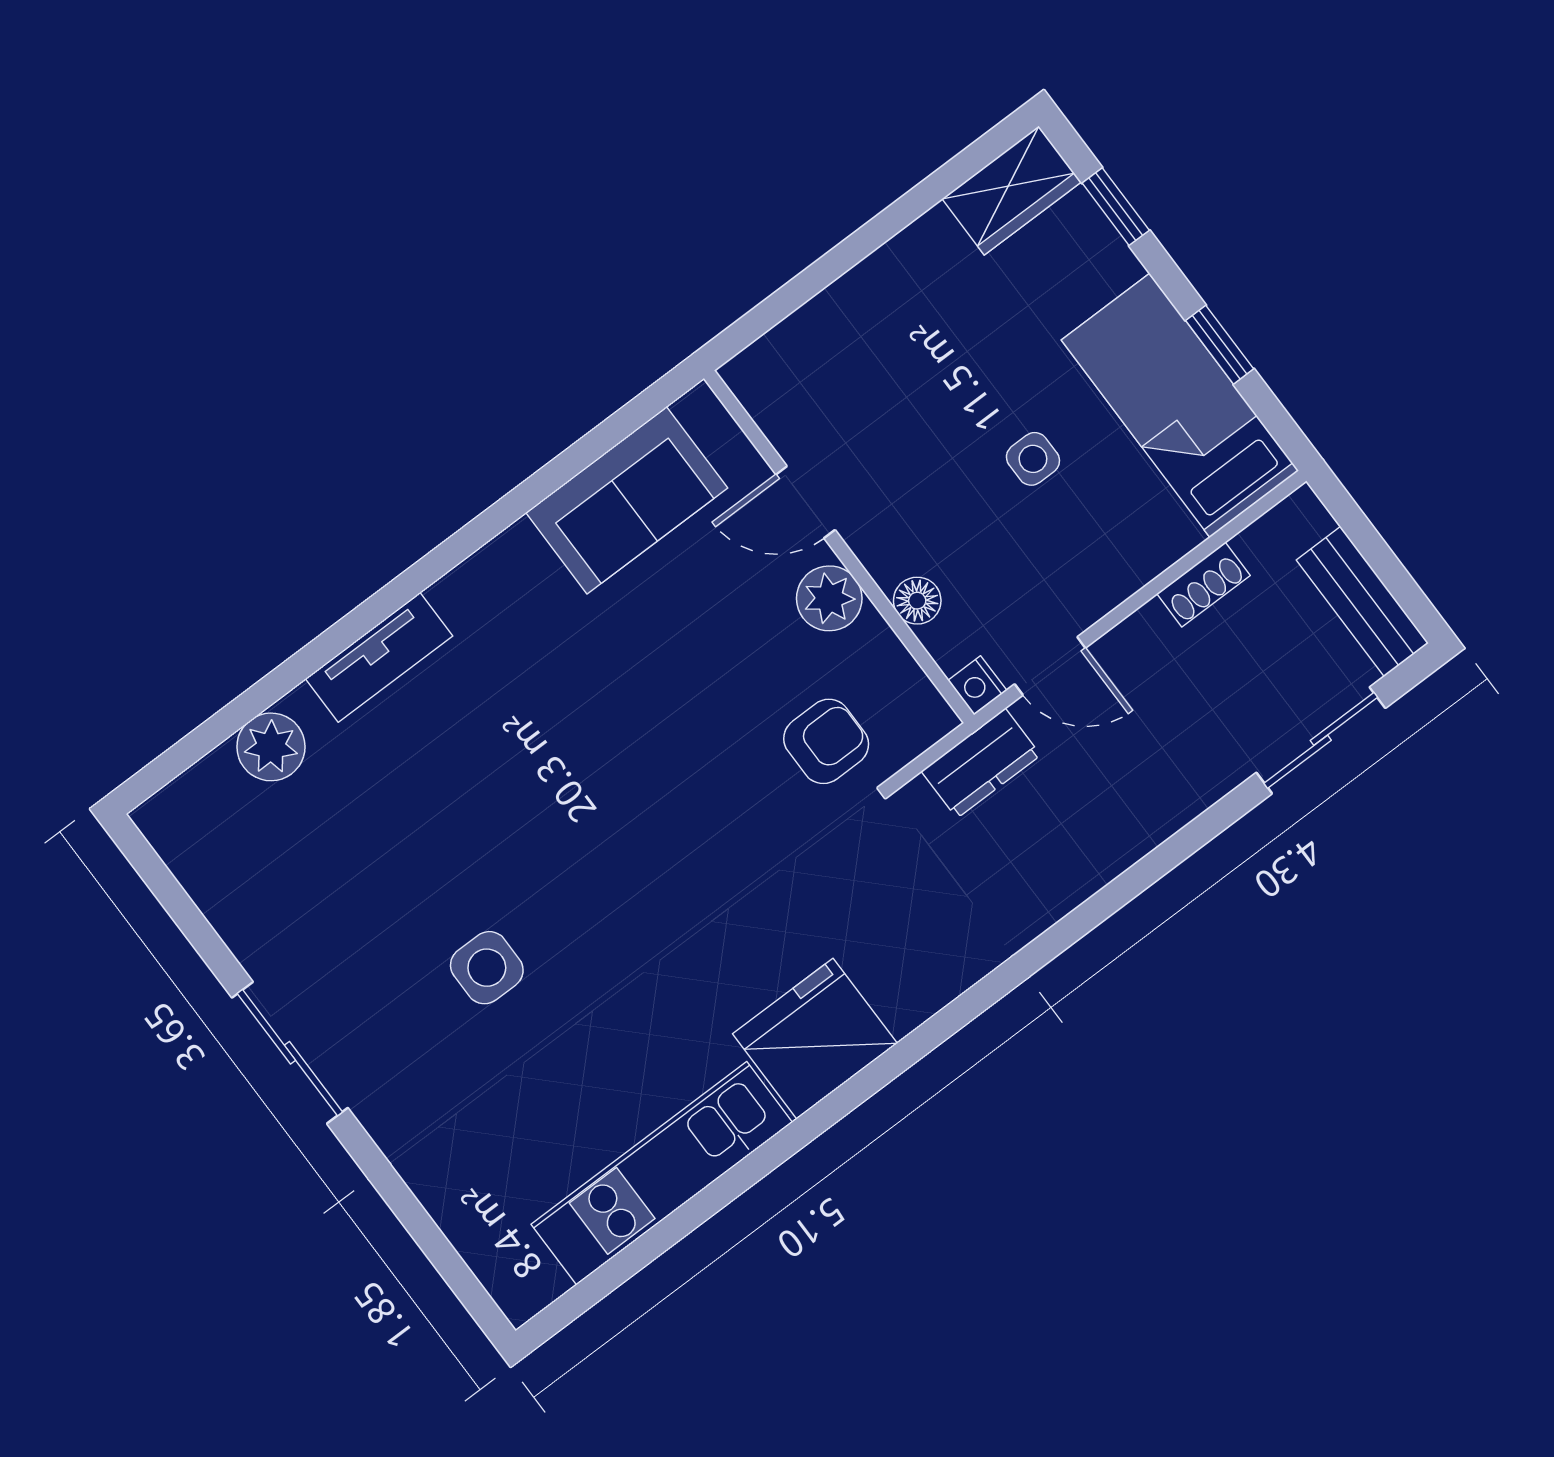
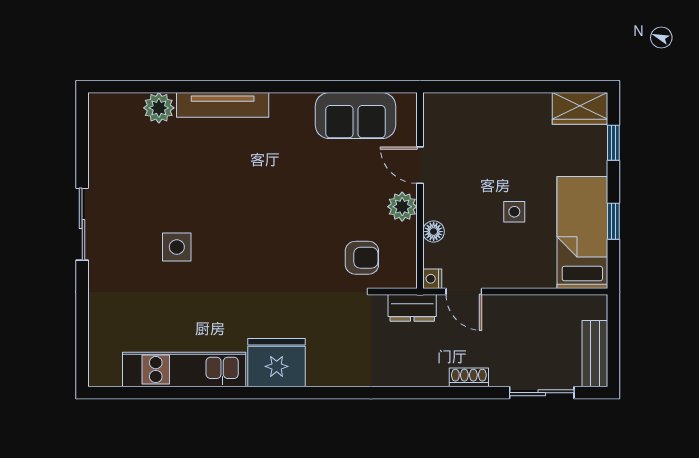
shoe rack: (1203, 585) -> (469, 377), moved, turned 180
tv unit: (379, 657) -> (223, 105), width x1.41

